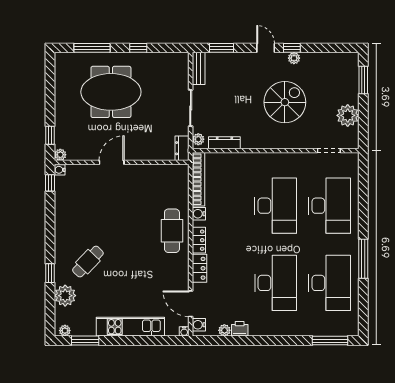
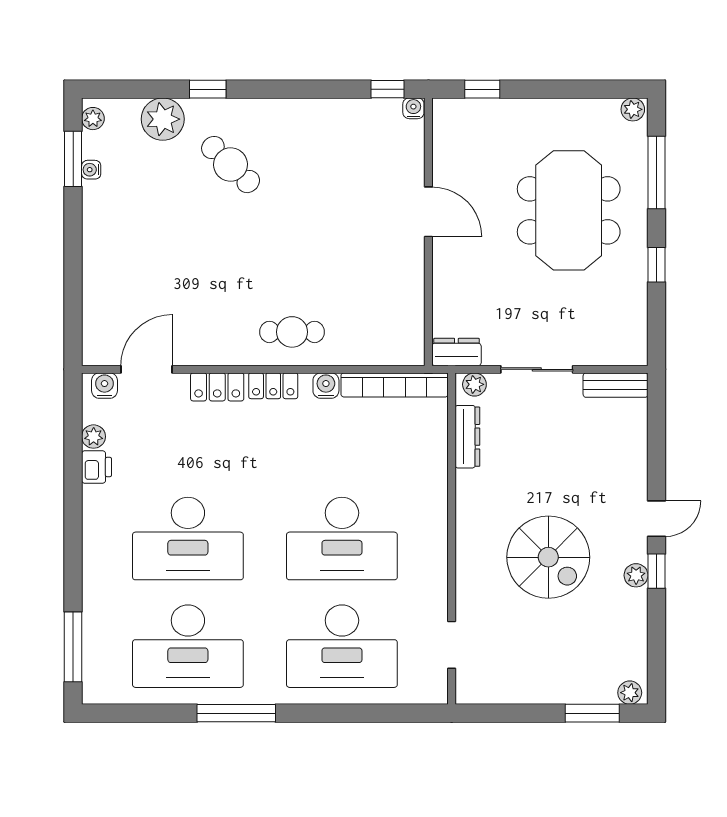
window: (221, 48) -> (657, 431), removed
plant: (348, 115) -> (630, 693), moved, width x0.53, depth x0.53
plant: (60, 155) -> (633, 109), moved
cafe table: (172, 231) -> (292, 332), width x0.73, depth x0.74
kitchen unit: (130, 327) -> (101, 249), removed
water cooler: (184, 331) -> (91, 170), moved

